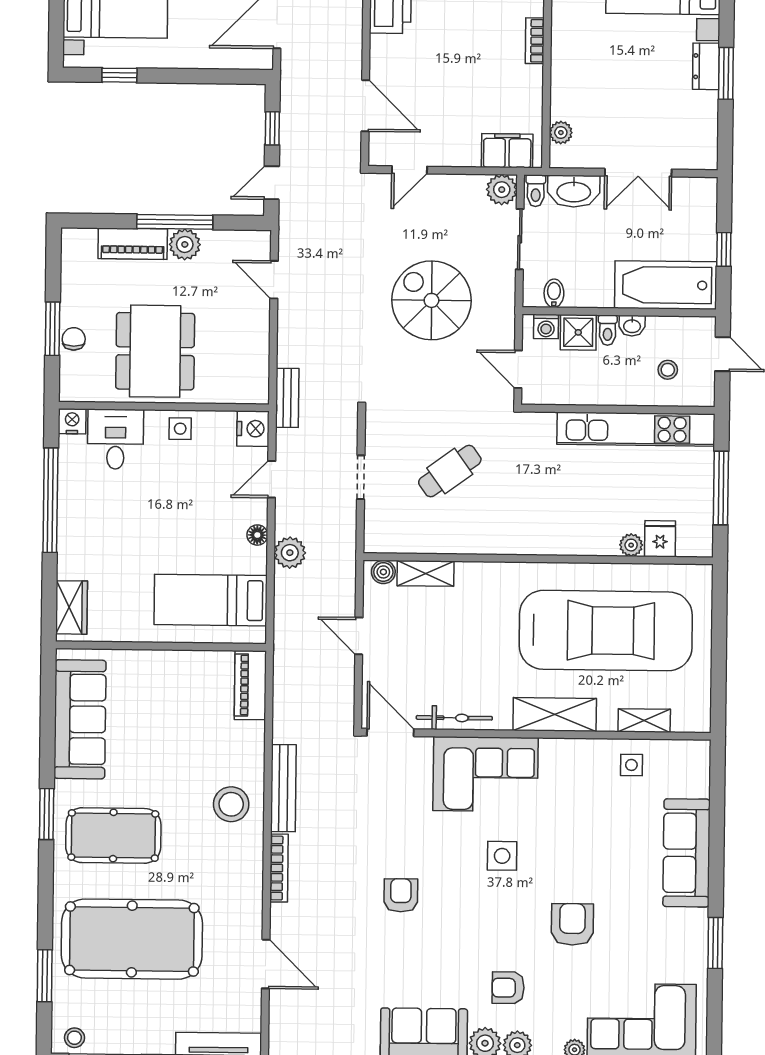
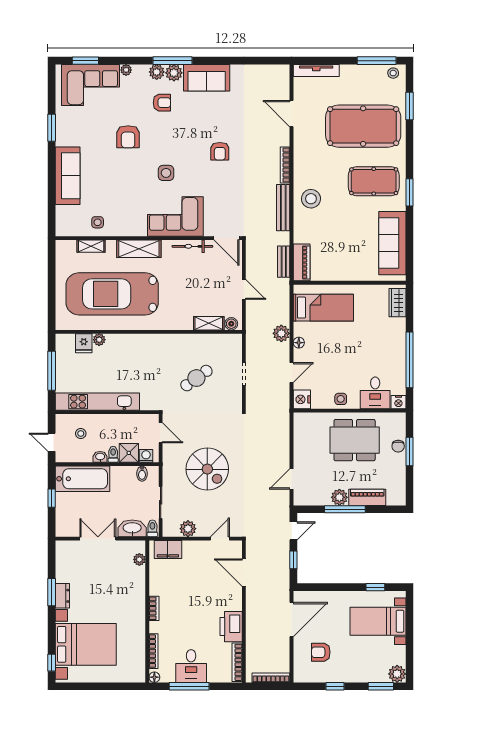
plant: (502, 190) -> (188, 529), moved
door: (274, 280) -> (292, 479), swing flipped
dining table: (155, 351) -> (355, 440), turned 90
bench: (287, 398) -> (284, 262), moved

